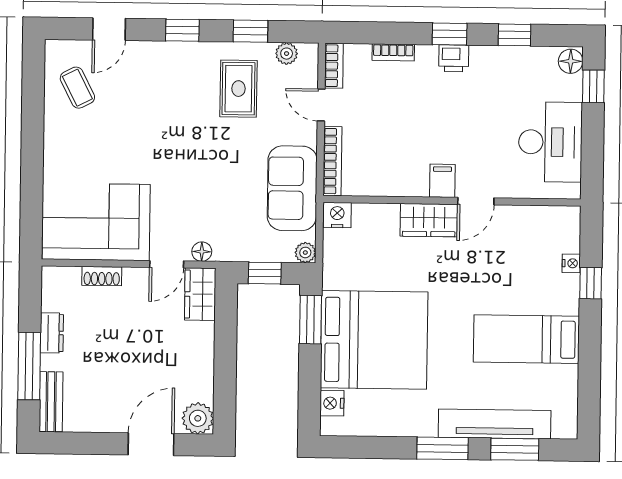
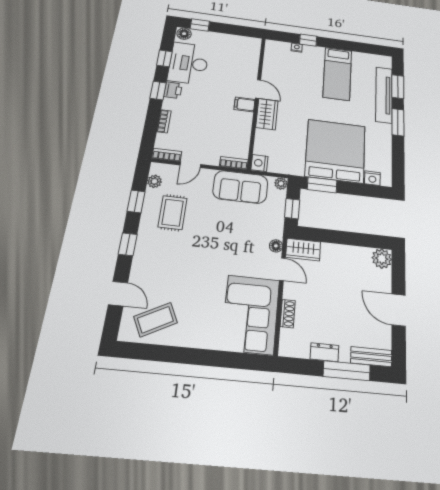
coffee table: (77, 88) -> (156, 320), width x1.36, depth x1.30
rug: (238, 89) -> (173, 213), turned 90
desk: (550, 142) -> (189, 63), moved, turned -90
bookcase: (332, 161) -> (234, 163), width x0.64
door: (151, 444) -> (399, 310), moved

